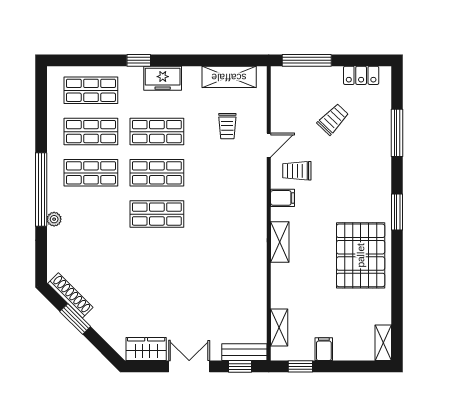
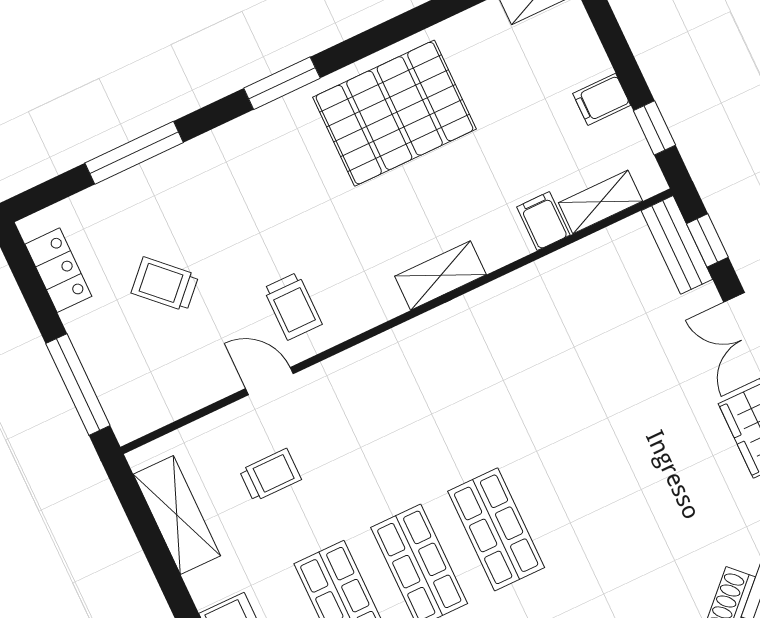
filing cabinet: (282, 198) -> (543, 221), moved

